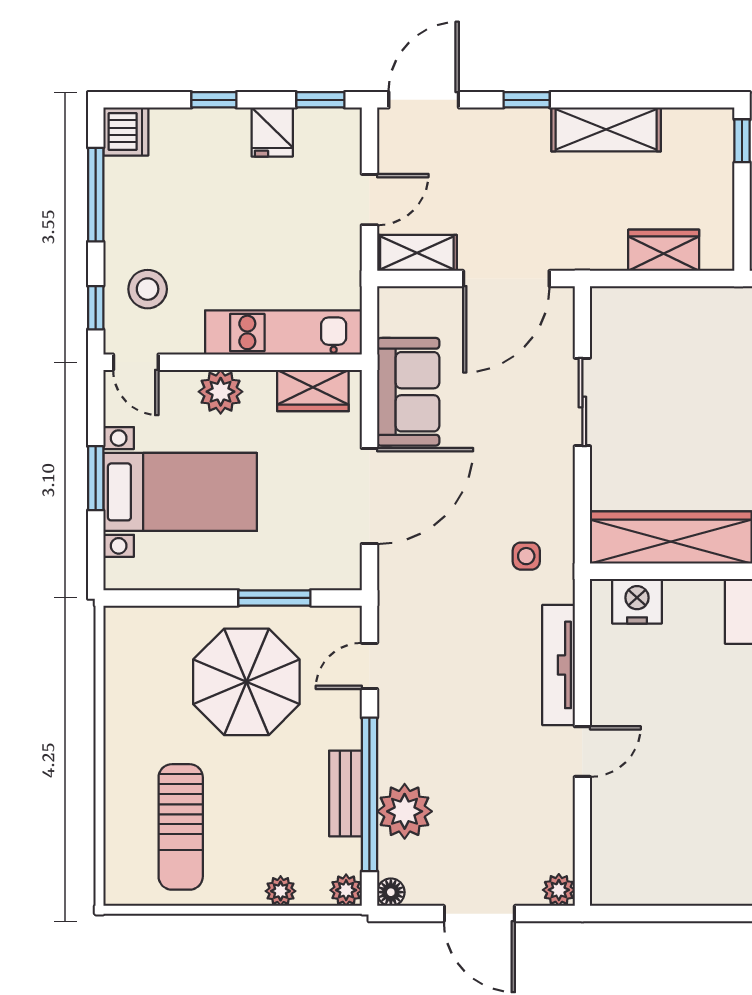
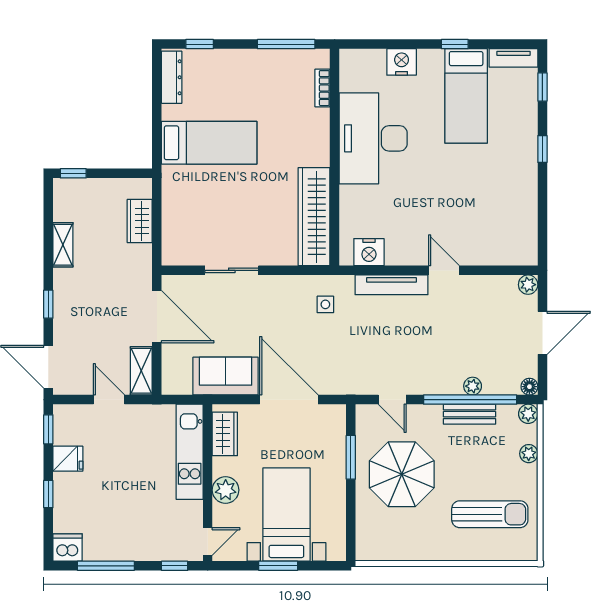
shelving: (606, 129) -> (63, 245), width x0.67, depth x0.75
stool: (148, 289) -> (163, 534), removed
nightstand: (637, 601) -> (369, 252), moved, turned -90
plant: (405, 811) -> (473, 386), width x0.53, depth x0.53

